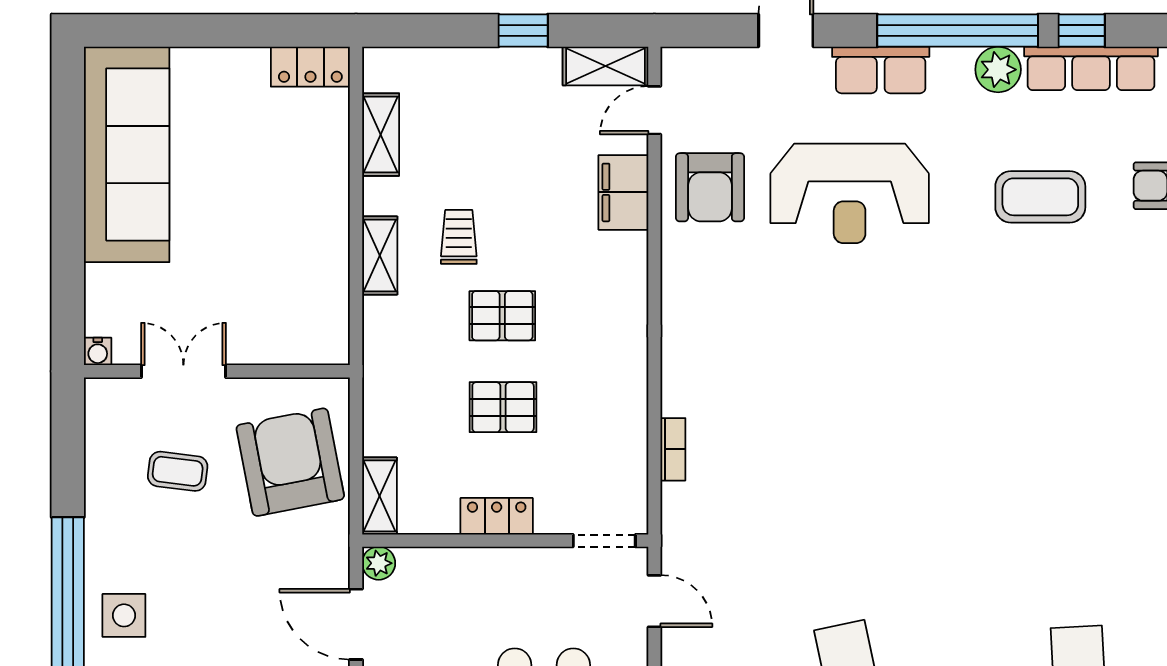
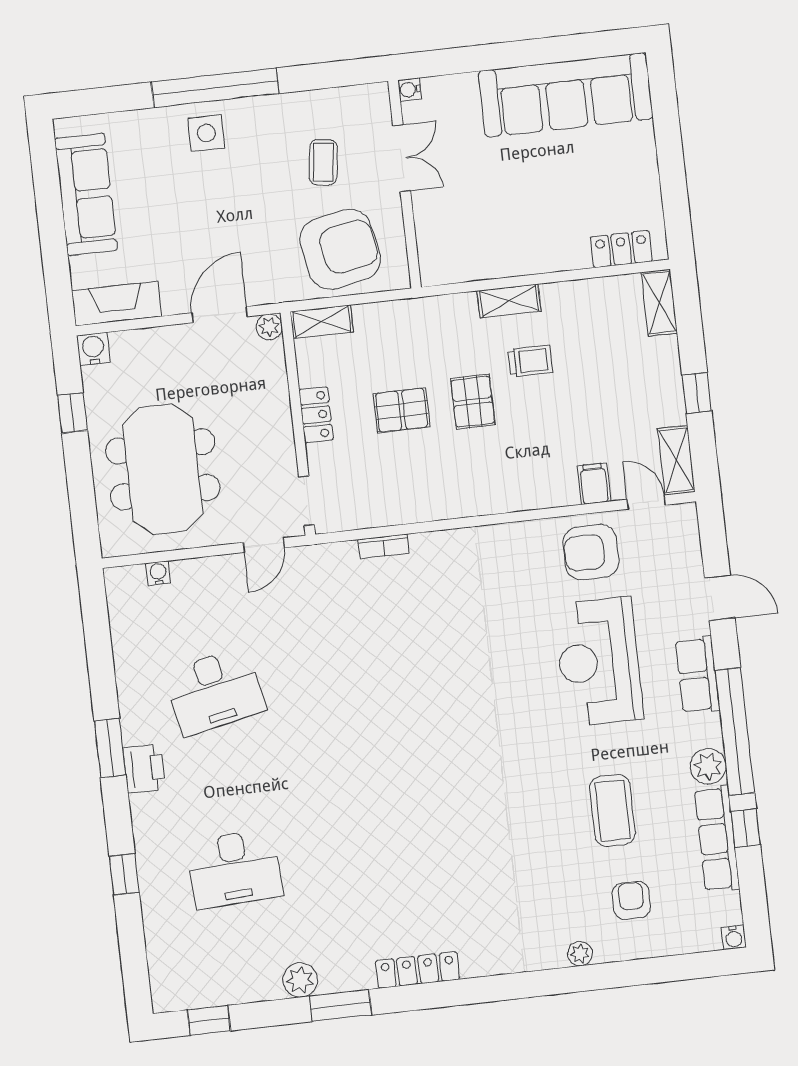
locker: (310, 67) -> (621, 249), moved, turned 90
shelving: (381, 135) -> (659, 303), moved, turned 90
filing cabinet: (623, 192) -> (594, 484), width x0.50
pallet: (503, 407) -> (402, 410), turned 90

